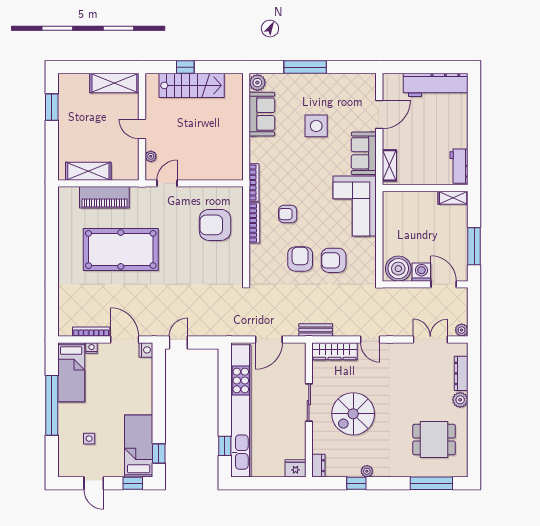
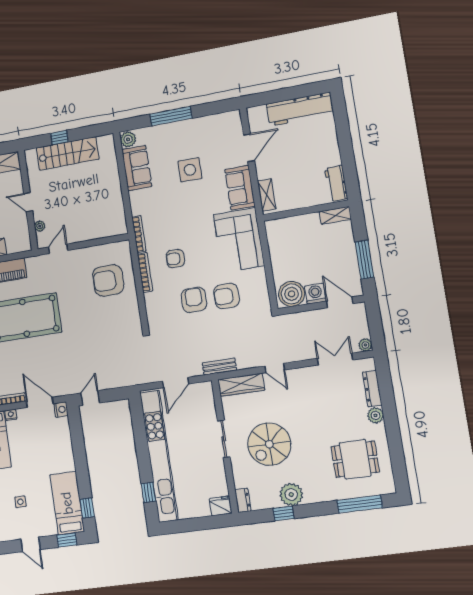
plant: (367, 471) -> (291, 495), width x1.88, depth x1.88

